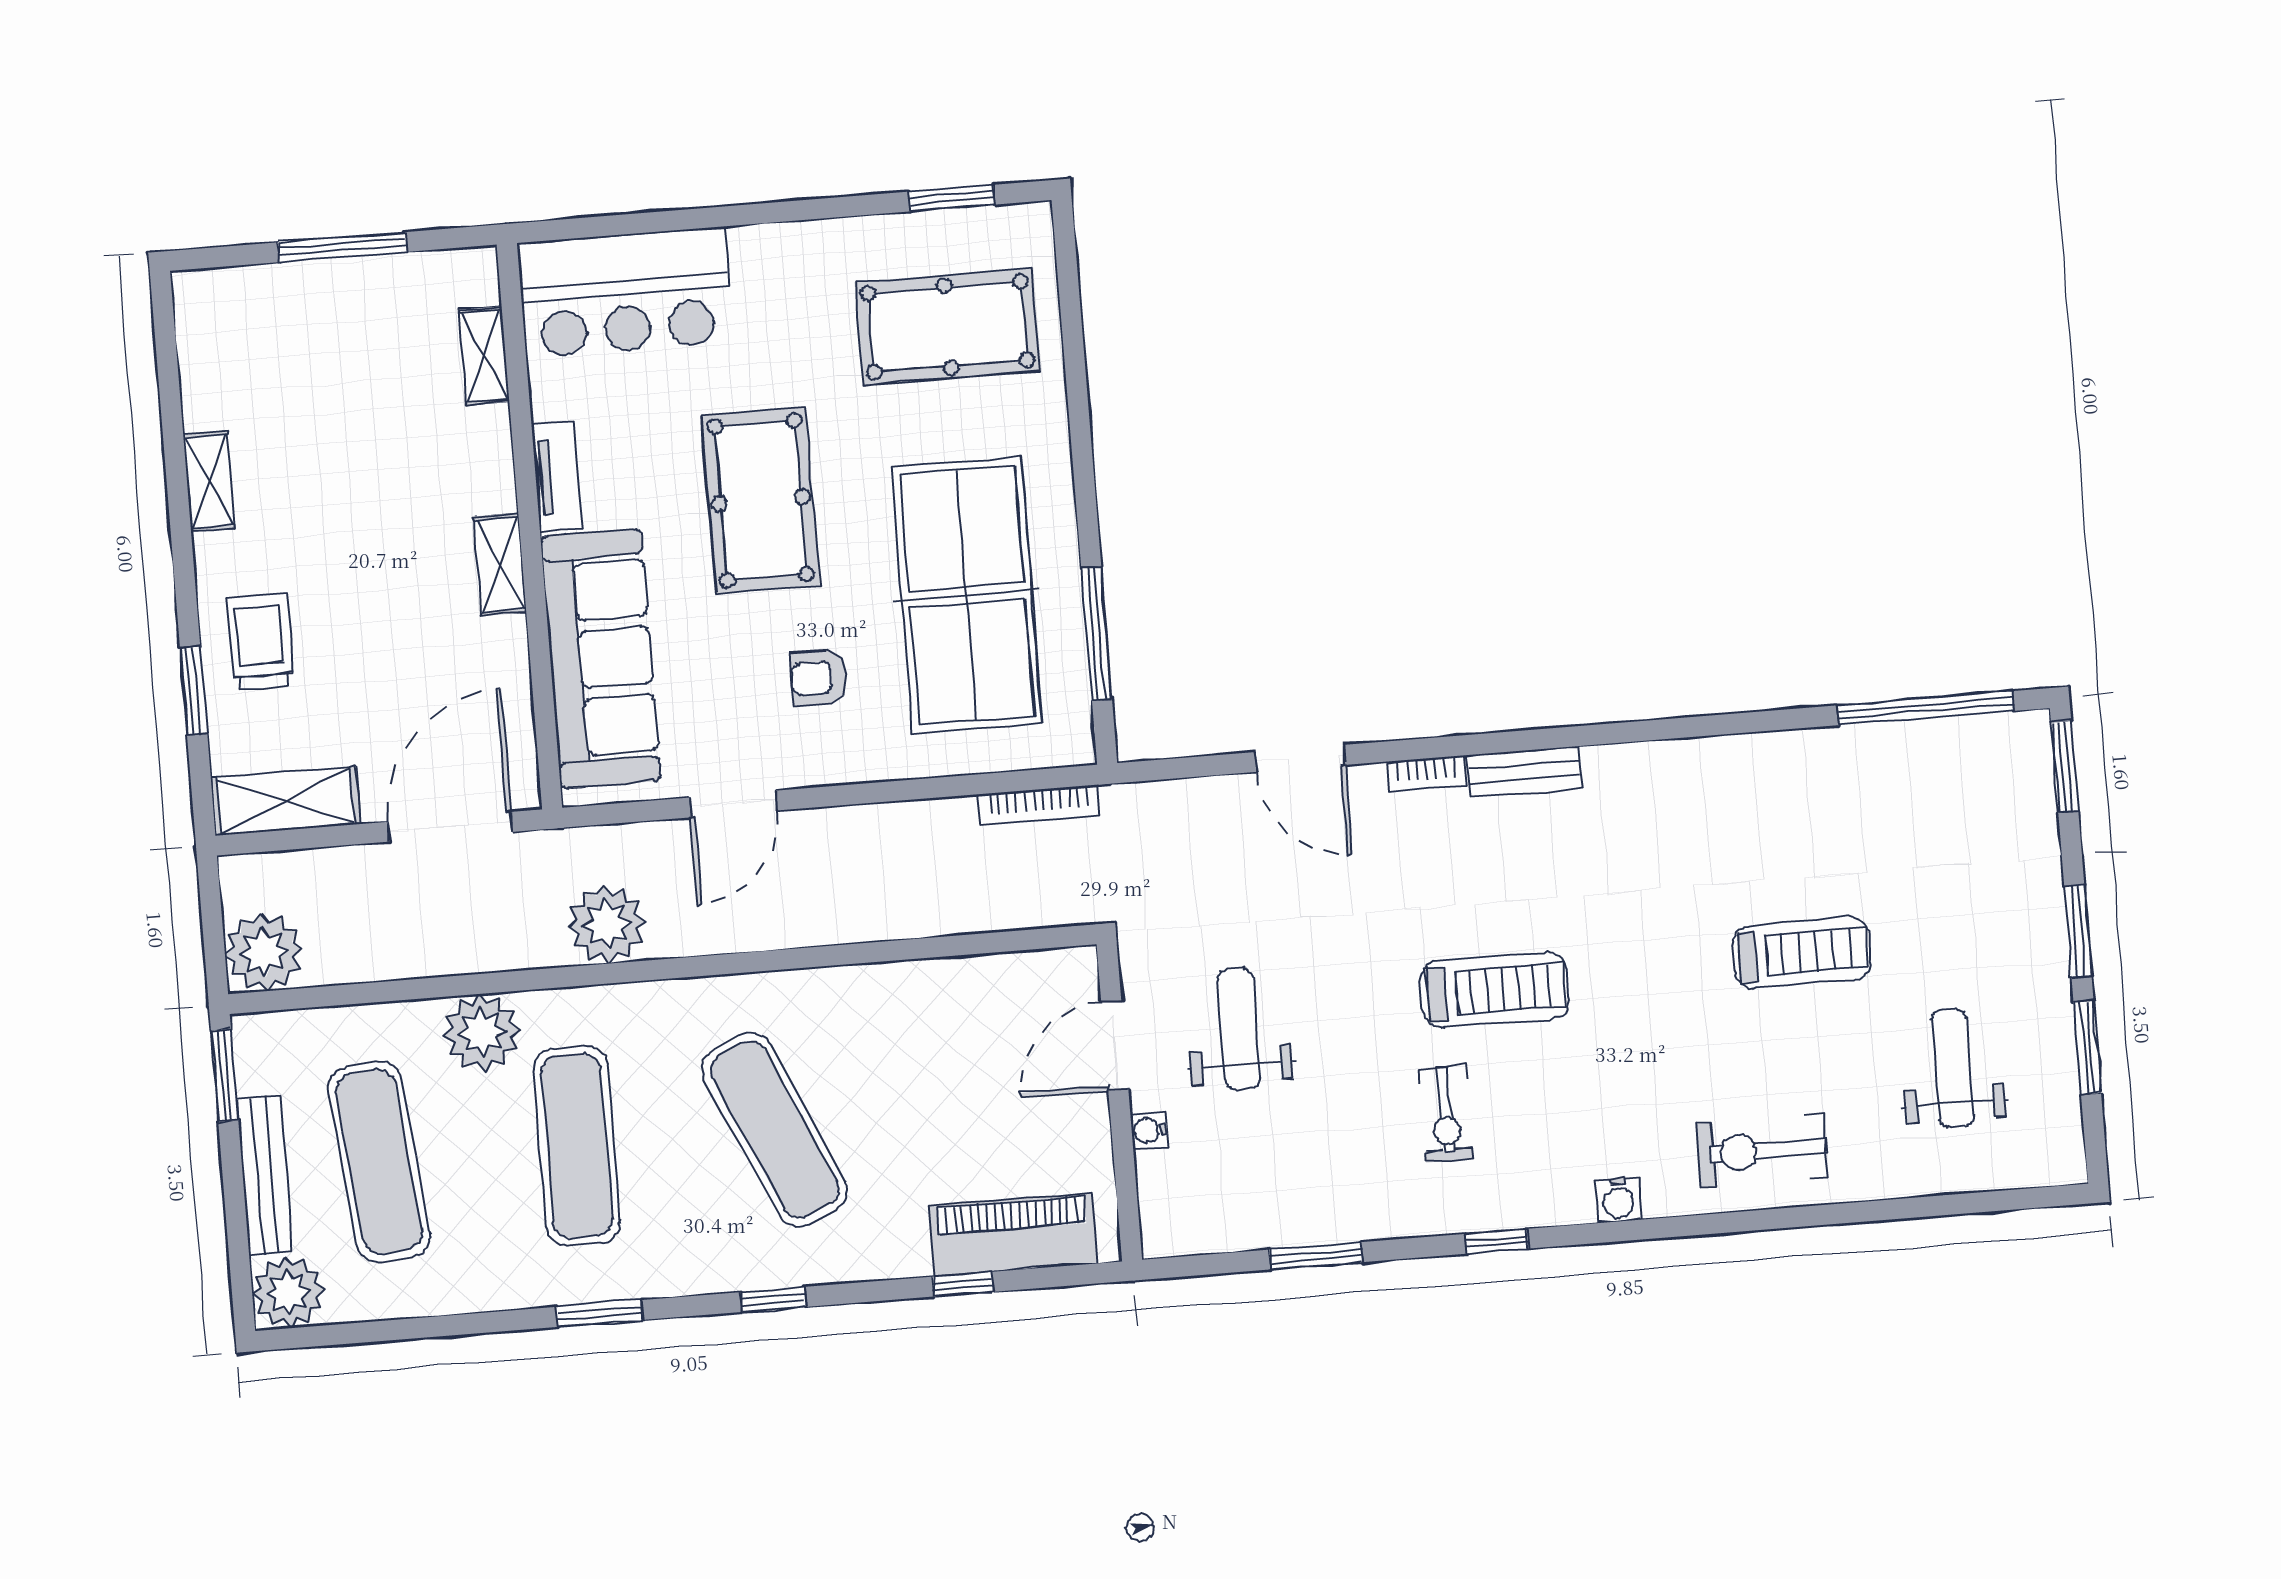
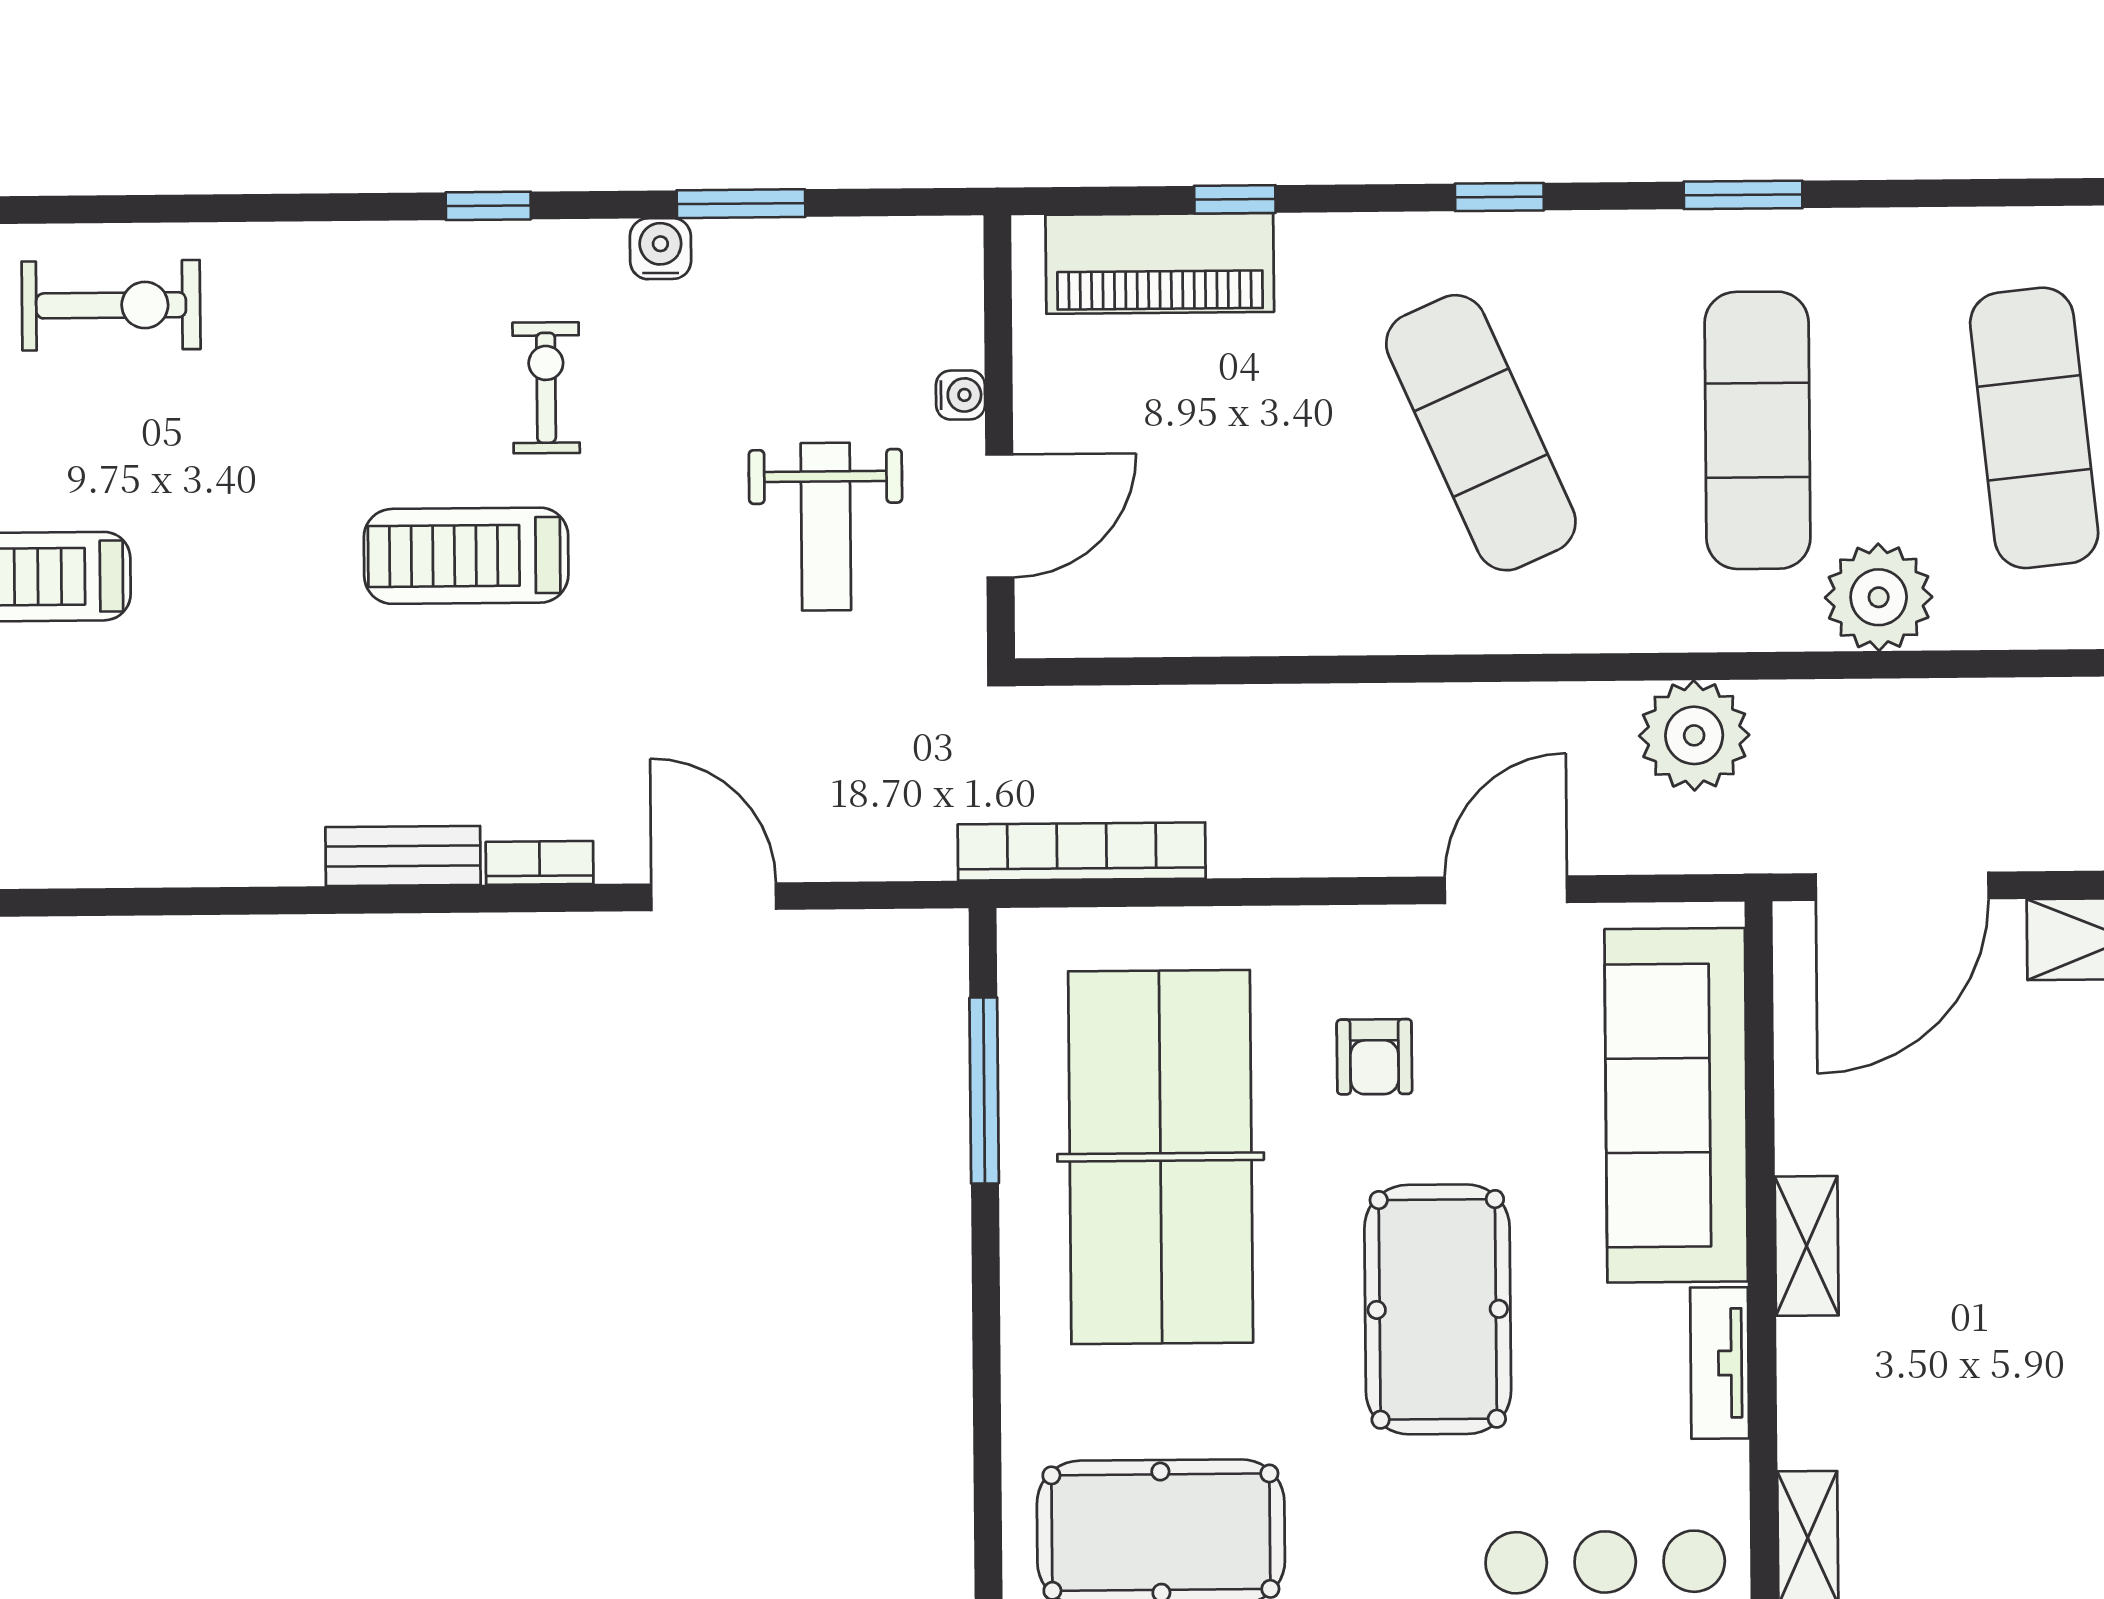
armchair: (819, 678) -> (1374, 1057), turned 90
bookcase: (1039, 805) -> (1082, 852), width x1.48, depth x1.31
water cooler: (1618, 1200) -> (660, 249), moved

